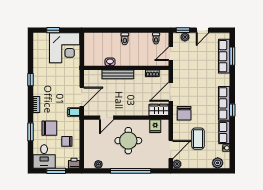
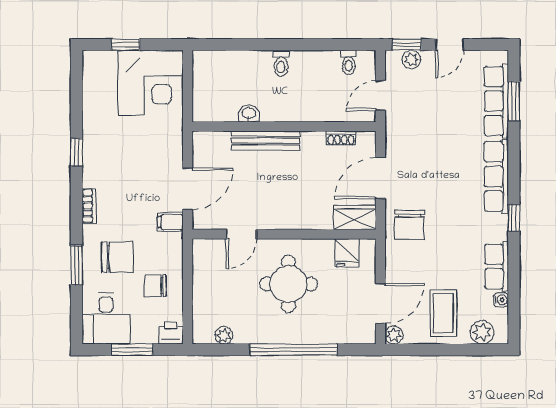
row of seats: (224, 103) -> (496, 177), moved
coffee table: (198, 139) -> (443, 313), moved

